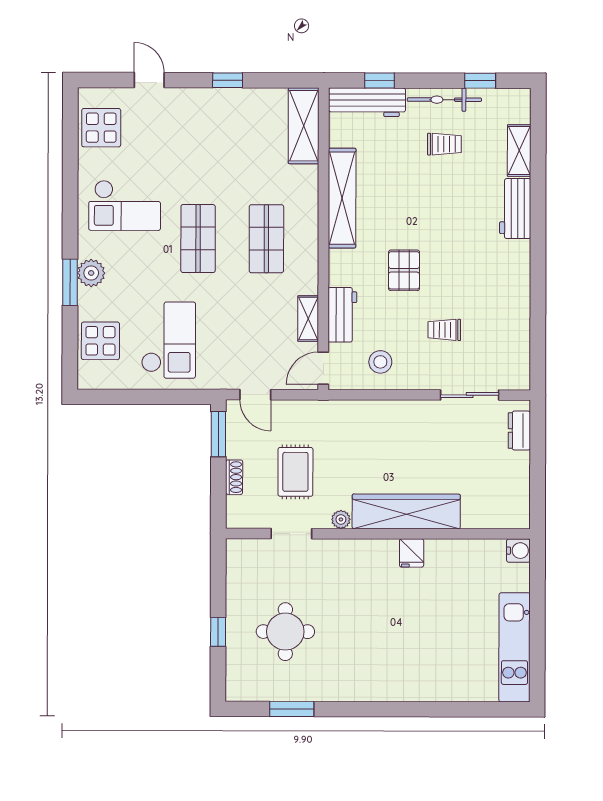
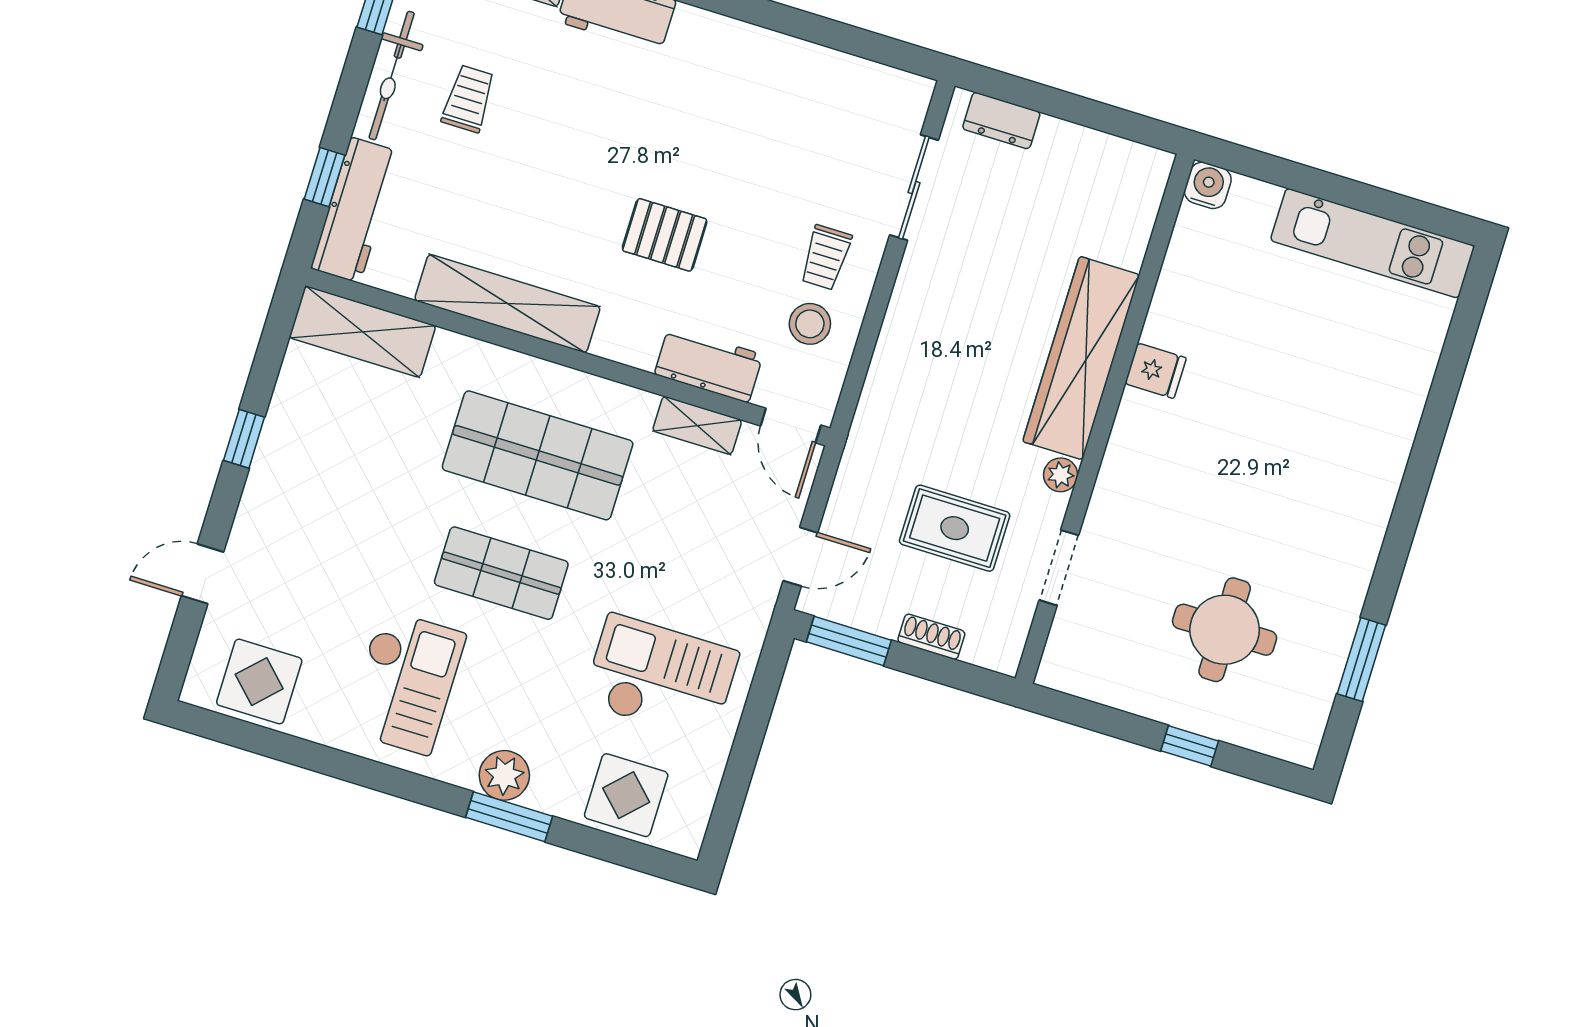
shop shelf: (266, 239) -> (538, 455), width x1.43, depth x1.36
trolley: (444, 330) -> (826, 257), moved

